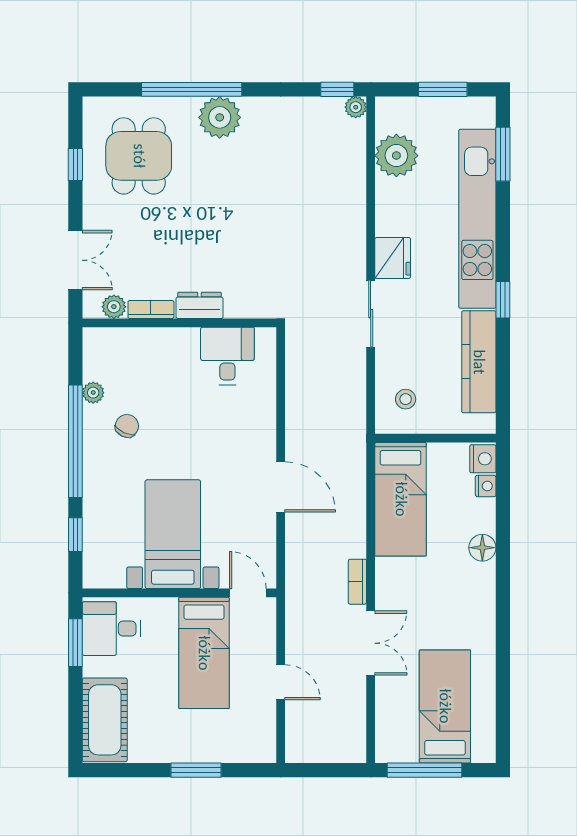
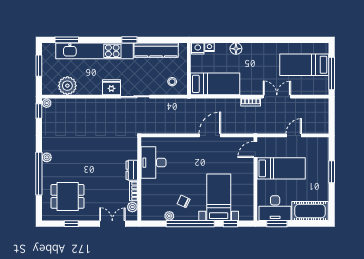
plant: (220, 117) -> (47, 157), width x0.53, depth x0.53
desk: (227, 356) -> (154, 163), width x1.37
bed with nightstands: (173, 534) -> (219, 197), moved, turned 90
desk: (111, 629) -> (275, 208), width x1.37

